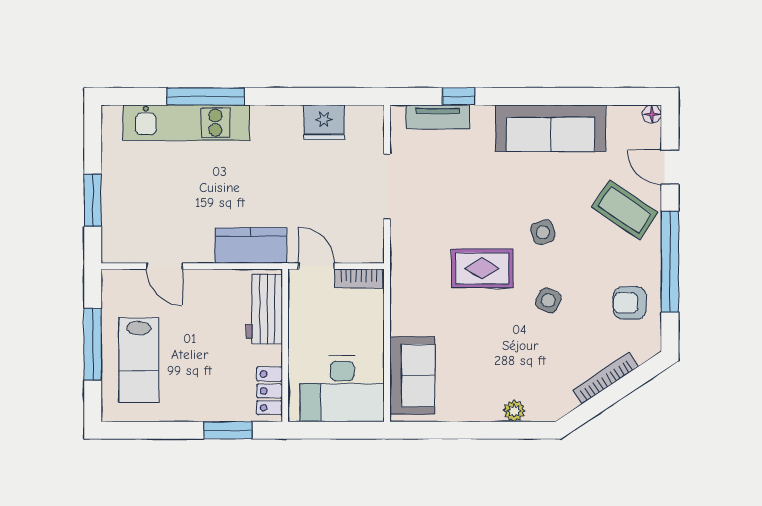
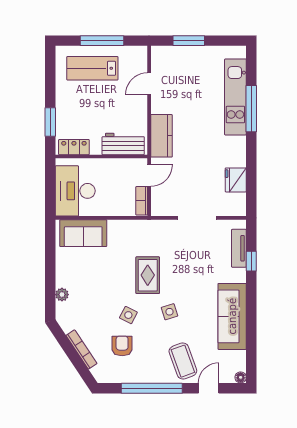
coffee table: (625, 210) -> (183, 361), turned -54
armchair: (630, 303) -> (122, 346), moved

